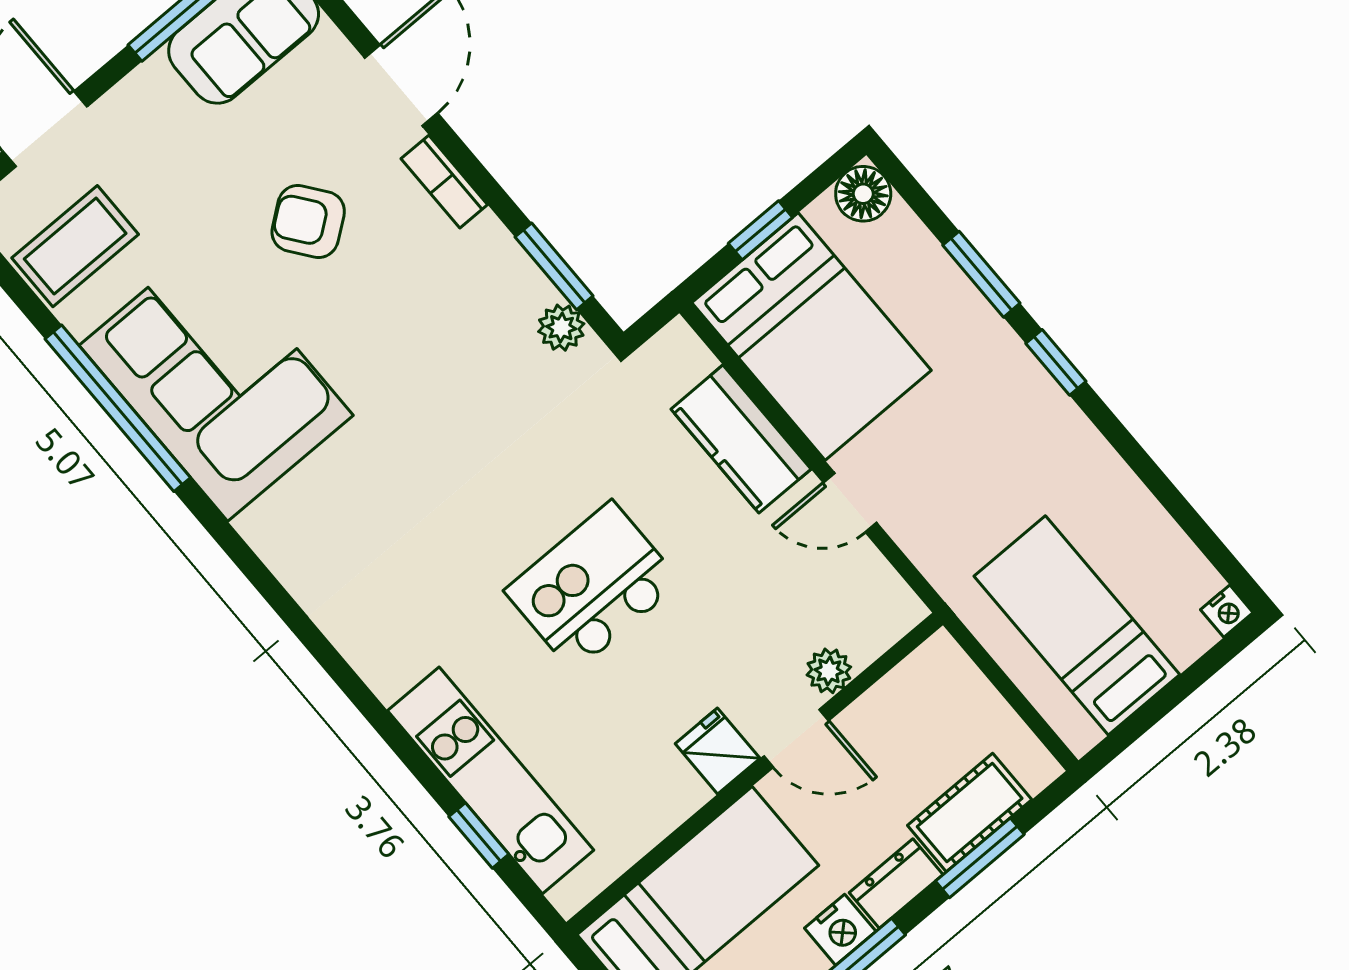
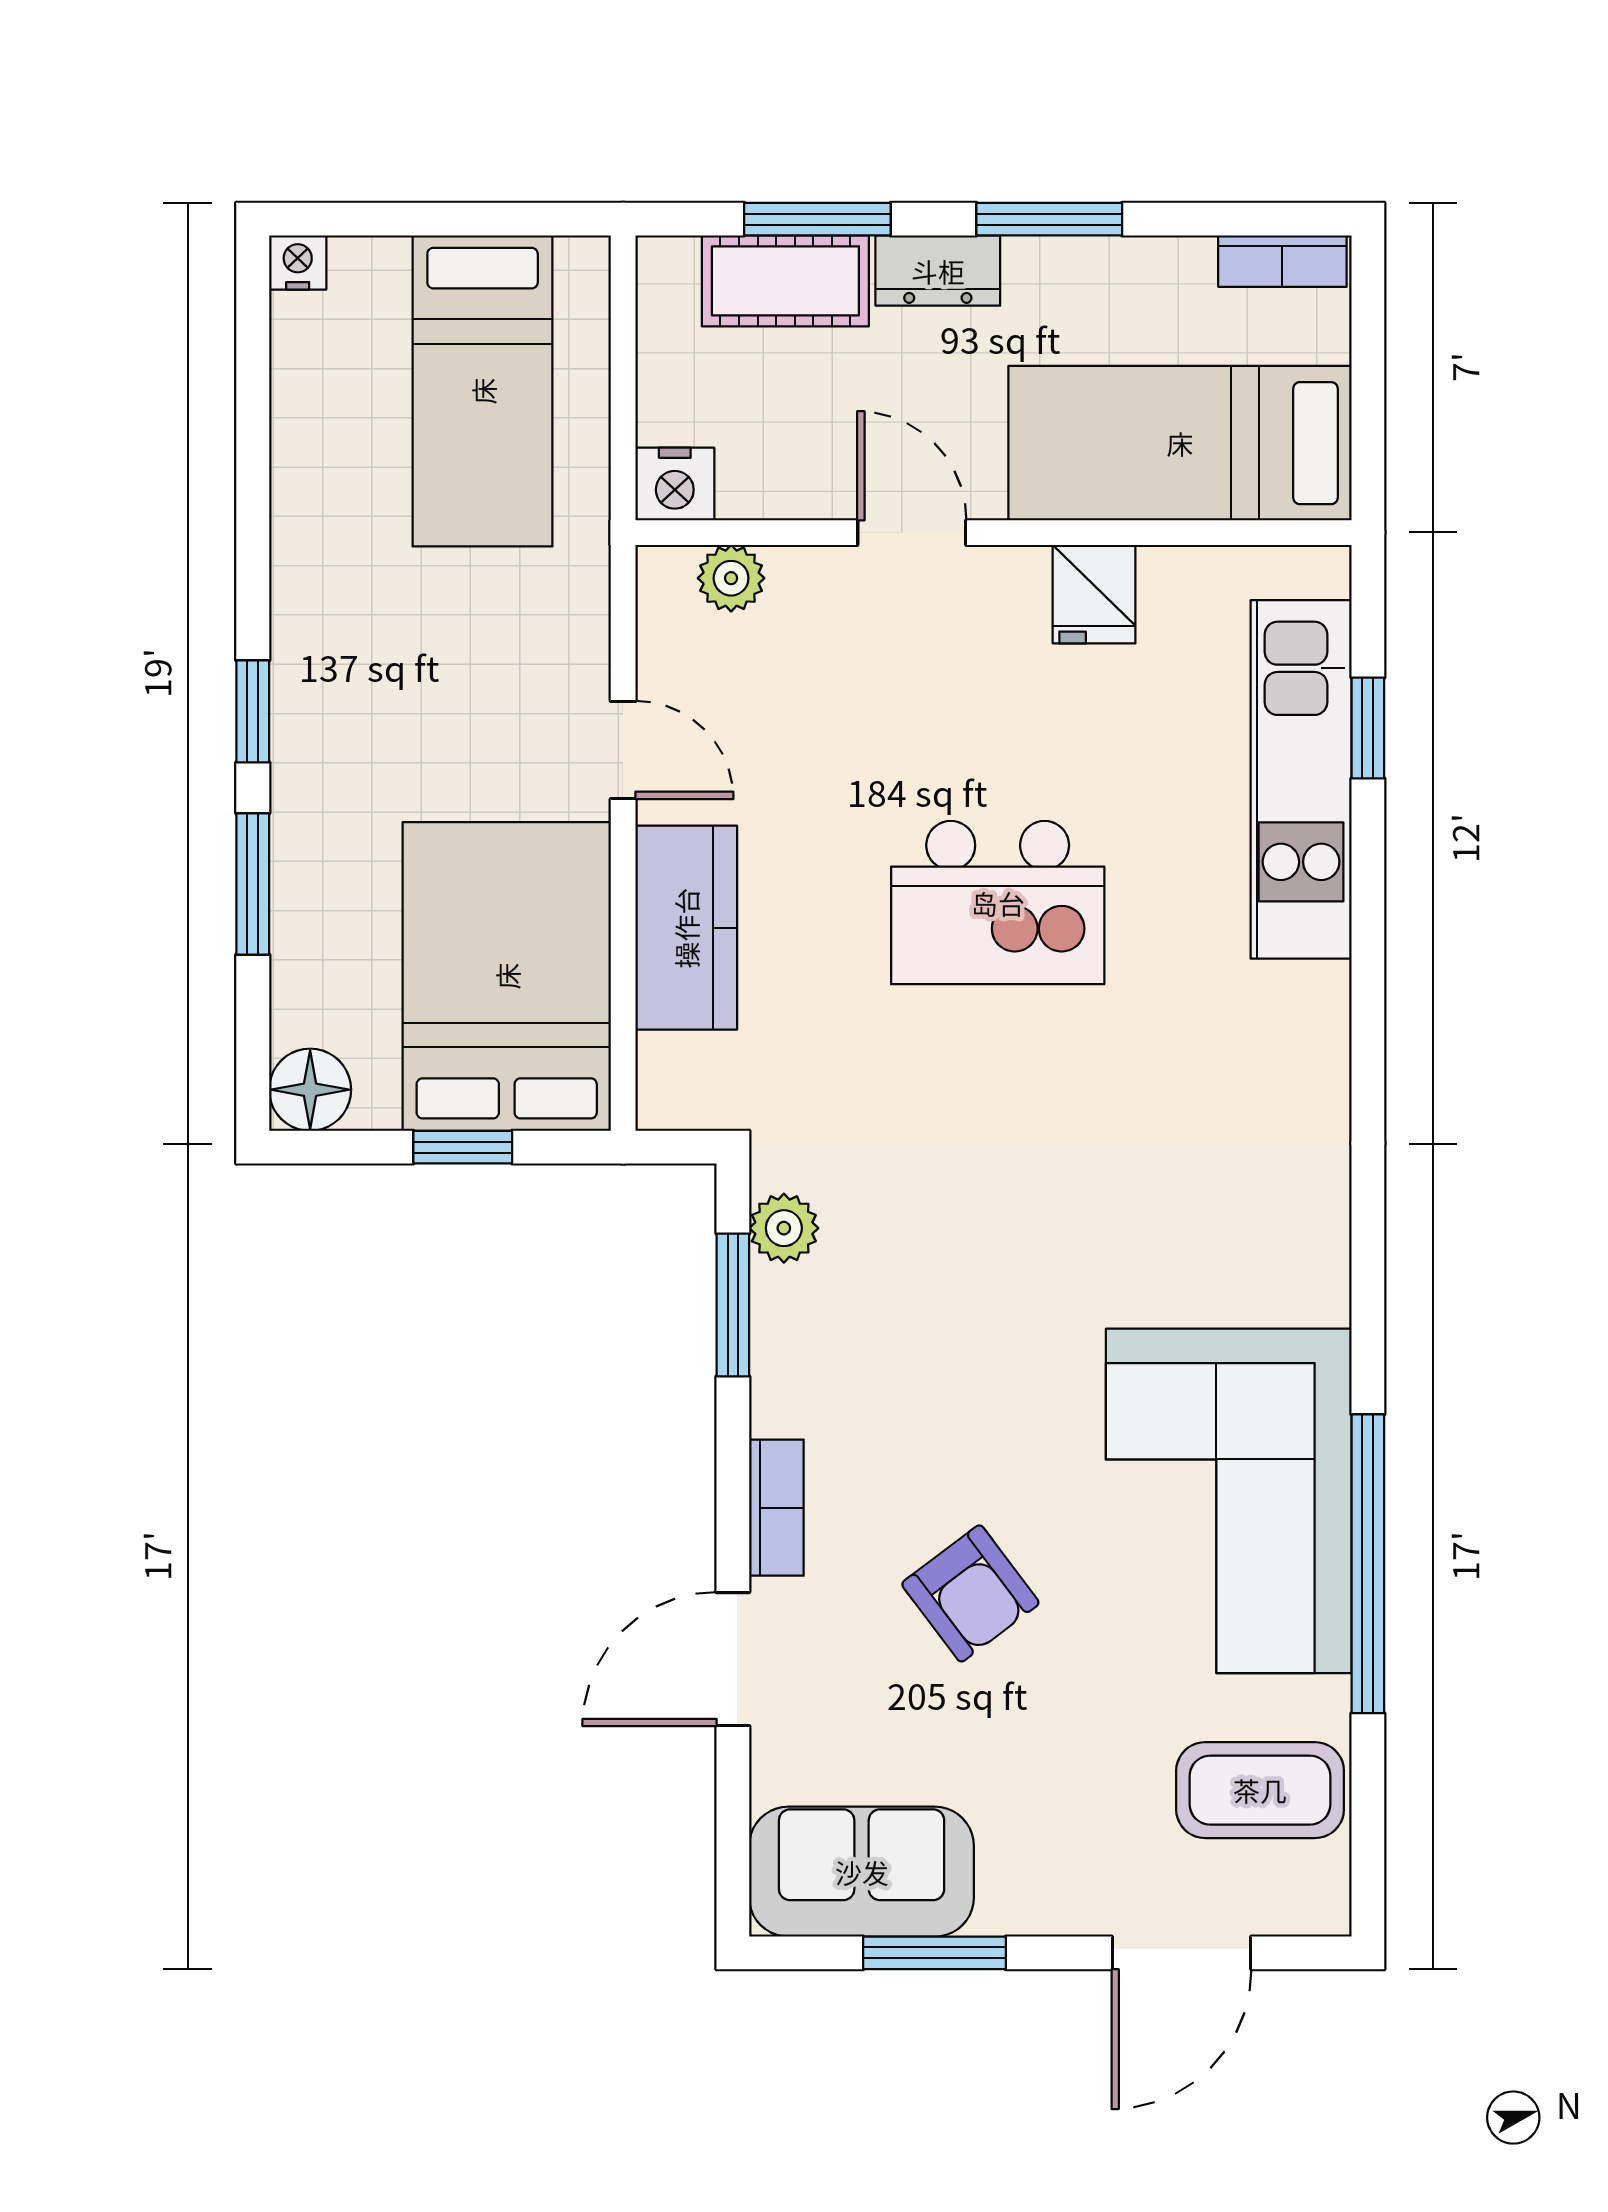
plant: (829, 671) -> (731, 578), moved
fridge: (718, 751) -> (1094, 594), moved
nightstand: (840, 930) -> (675, 484), moved, turned 180

